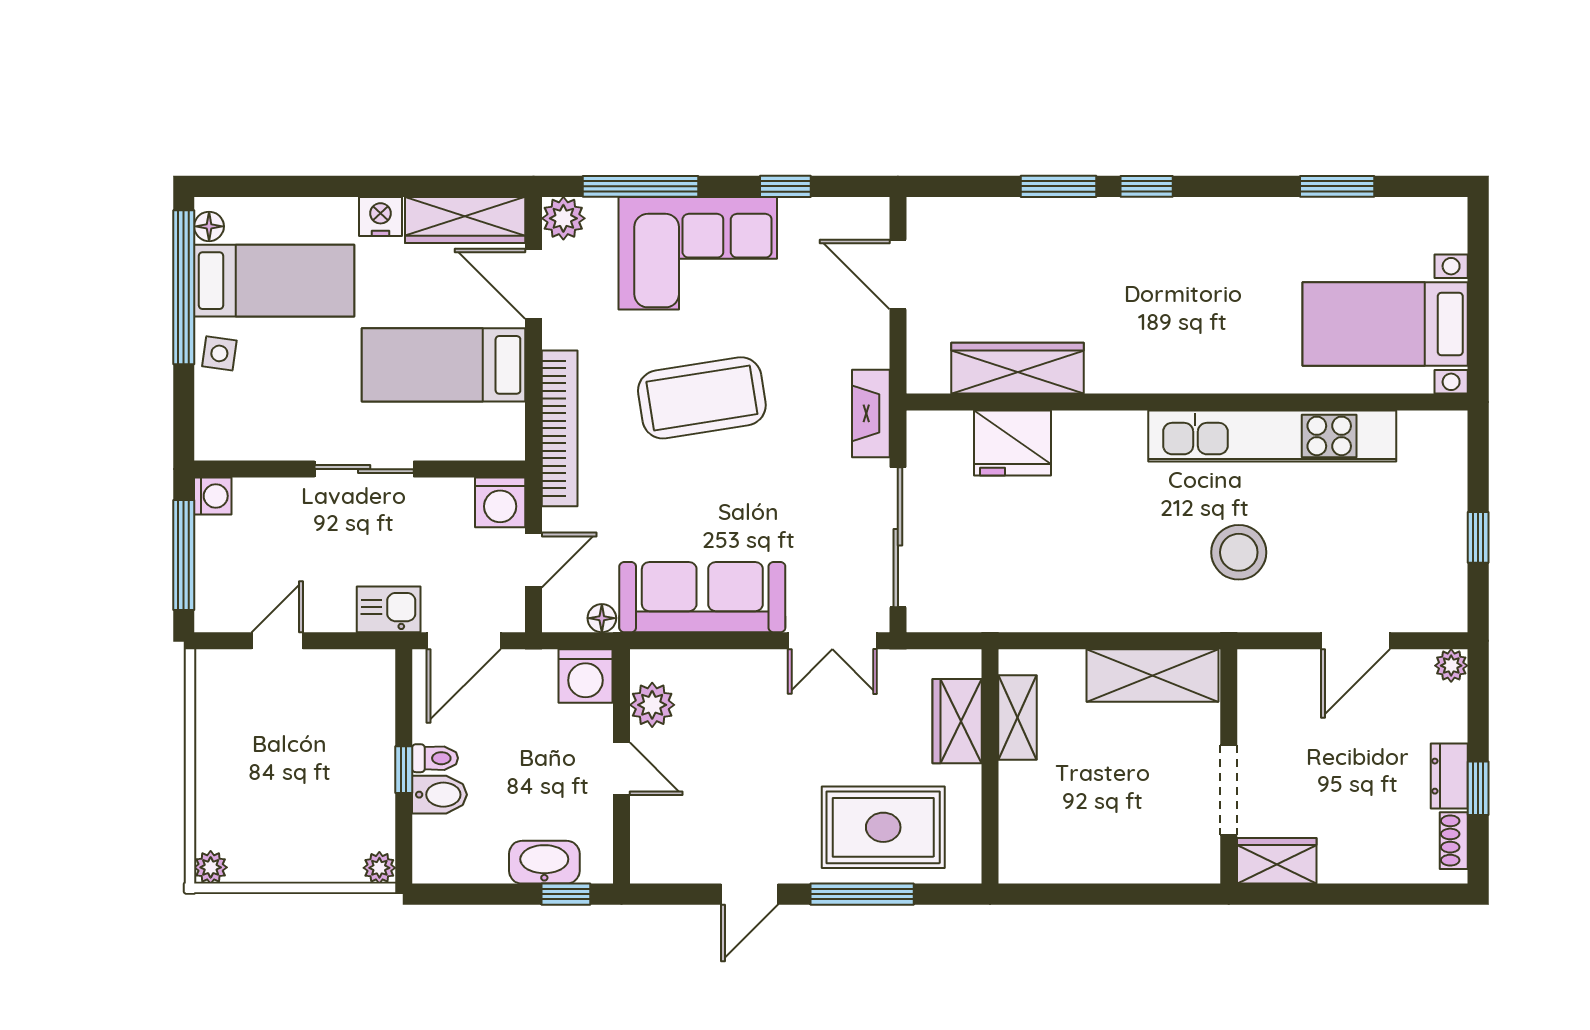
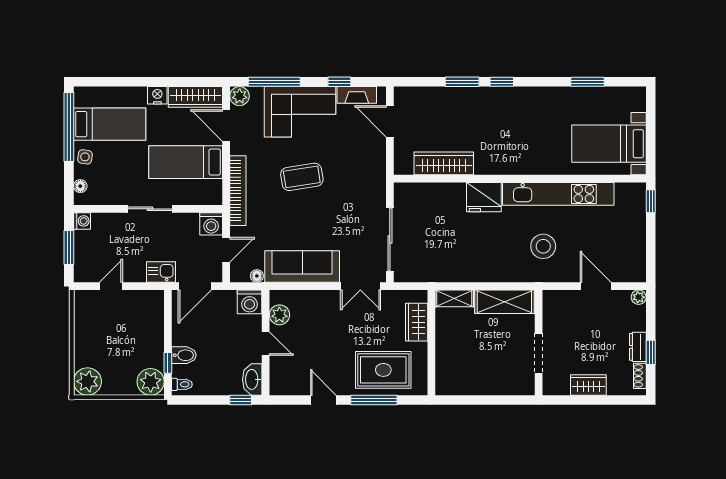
floor lamp: (209, 226) -> (80, 186), moved
coffee table: (702, 398) -> (302, 177), width x0.73, depth x0.76
fireplace: (871, 413) -> (357, 95), moved, turned -90
fridge: (1013, 443) -> (484, 197), moved
window: (1478, 537) -> (651, 201), moved
window: (184, 555) -> (69, 247), width x0.69
door: (1355, 641) -> (596, 286), swing flipped
shelving: (1018, 717) -> (454, 298), moved, turned 90
toilet: (435, 758) -> (182, 384), moved
window: (404, 770) -> (168, 363), moved
wardrobe: (1277, 861) -> (588, 385), moved
washbasin: (544, 862) -> (252, 379), moved, turned -90
plant: (211, 867) -> (87, 381), width x1.87, depth x1.87
plant: (379, 868) -> (151, 382), width x1.88, depth x1.88
door: (750, 894) -> (323, 400), swing flipped

